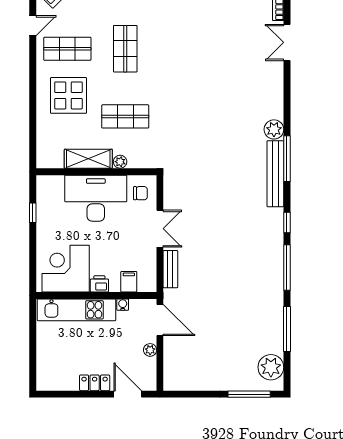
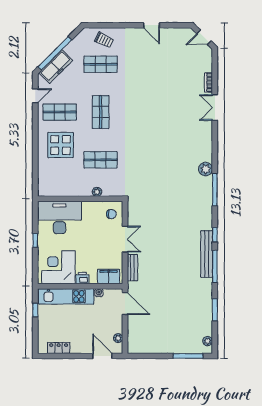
shelving: (88, 159) -> (75, 190), removed
bench: (275, 174) -> (207, 254), moved
desk: (96, 198) -> (59, 218), moved
window: (33, 213) -> (35, 240), moved
filing cabinet: (129, 282) -> (109, 277), width x2.00
window: (33, 329) -> (35, 310), added
window: (287, 329) -> (215, 310), width x0.69
plant: (150, 350) -> (118, 338), moved
plant: (271, 367) -> (208, 341), width x0.53, depth x0.53
locker: (95, 383) -> (59, 348), moved

